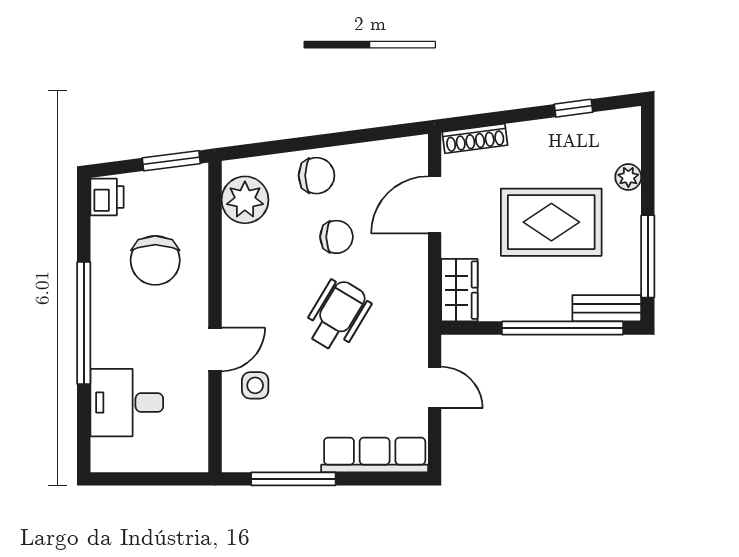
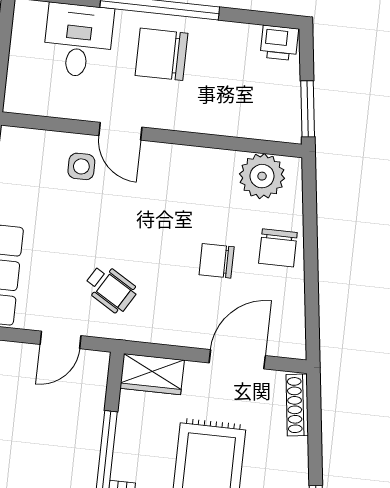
door: (435, 205) -> (237, 359), hinge flipped
chair: (336, 237) -> (217, 261), turned 90
chair: (155, 260) -> (162, 54), moved
wheelchair: (337, 315) -> (111, 289), moved, width x0.73, depth x0.73

